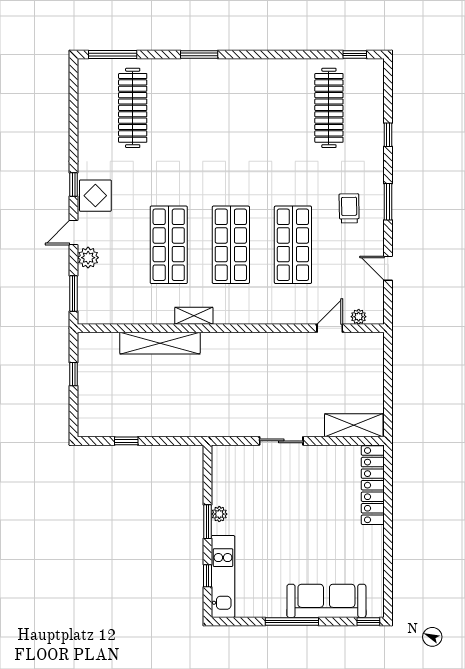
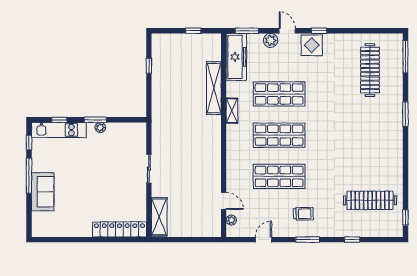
clothes rail: (133, 108) -> (370, 70), turned 90
freezer: (113, 309) -> (236, 57), added
sofa: (326, 601) -> (43, 192), width x0.73
window: (368, 621) -> (29, 143), moved

